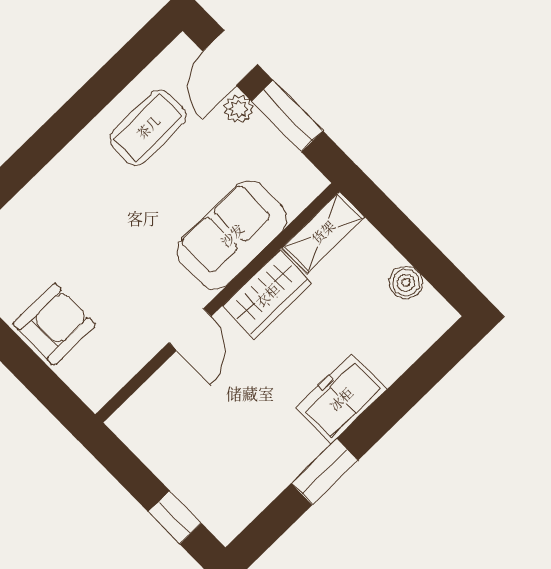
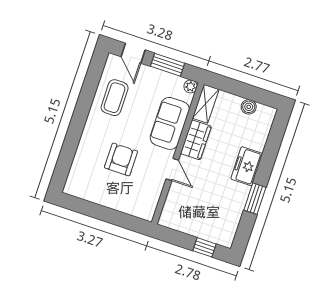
plant: (239, 109) -> (191, 87), moved
armchair: (54, 324) -> (121, 159), moved

